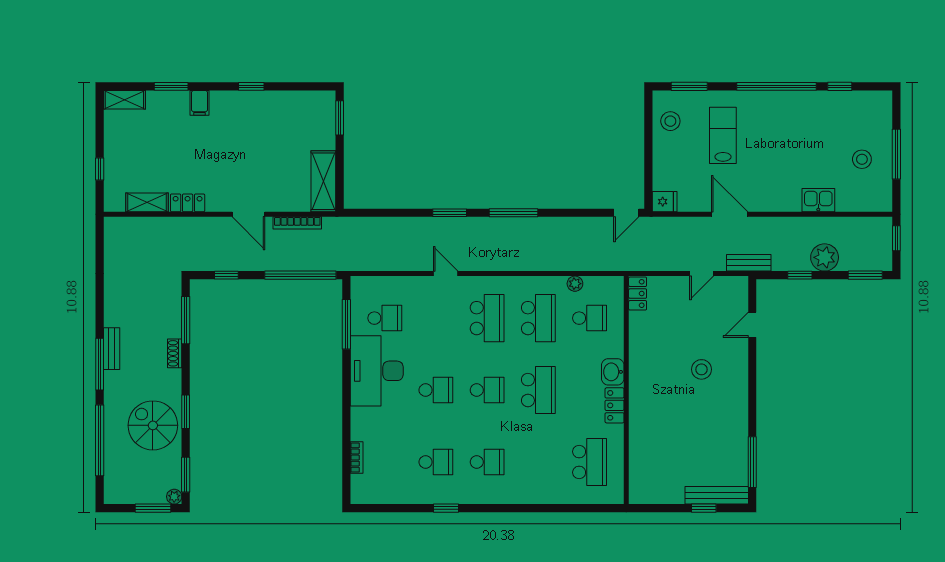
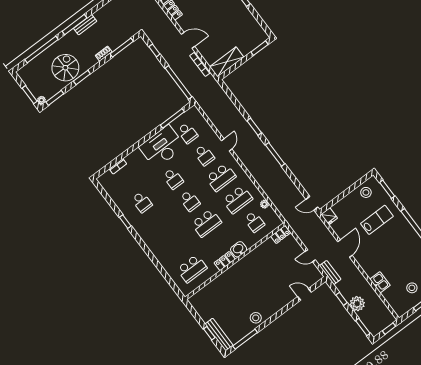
door: (249, 214) -> (188, 40), swing flipped
stool: (701, 369) -> (256, 318), moved
school desk: (487, 462) -> (204, 155), moved

